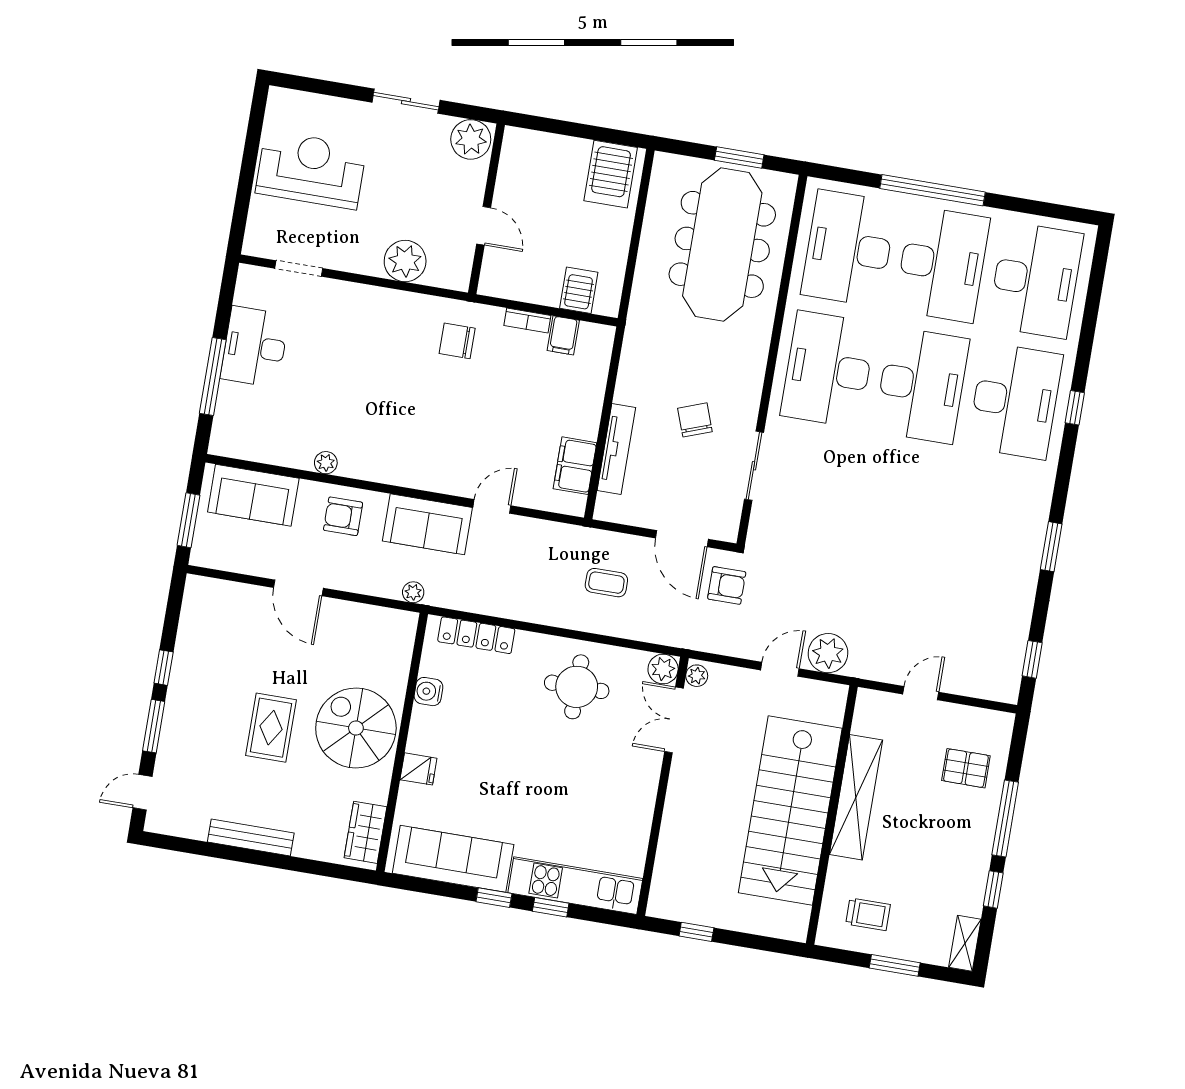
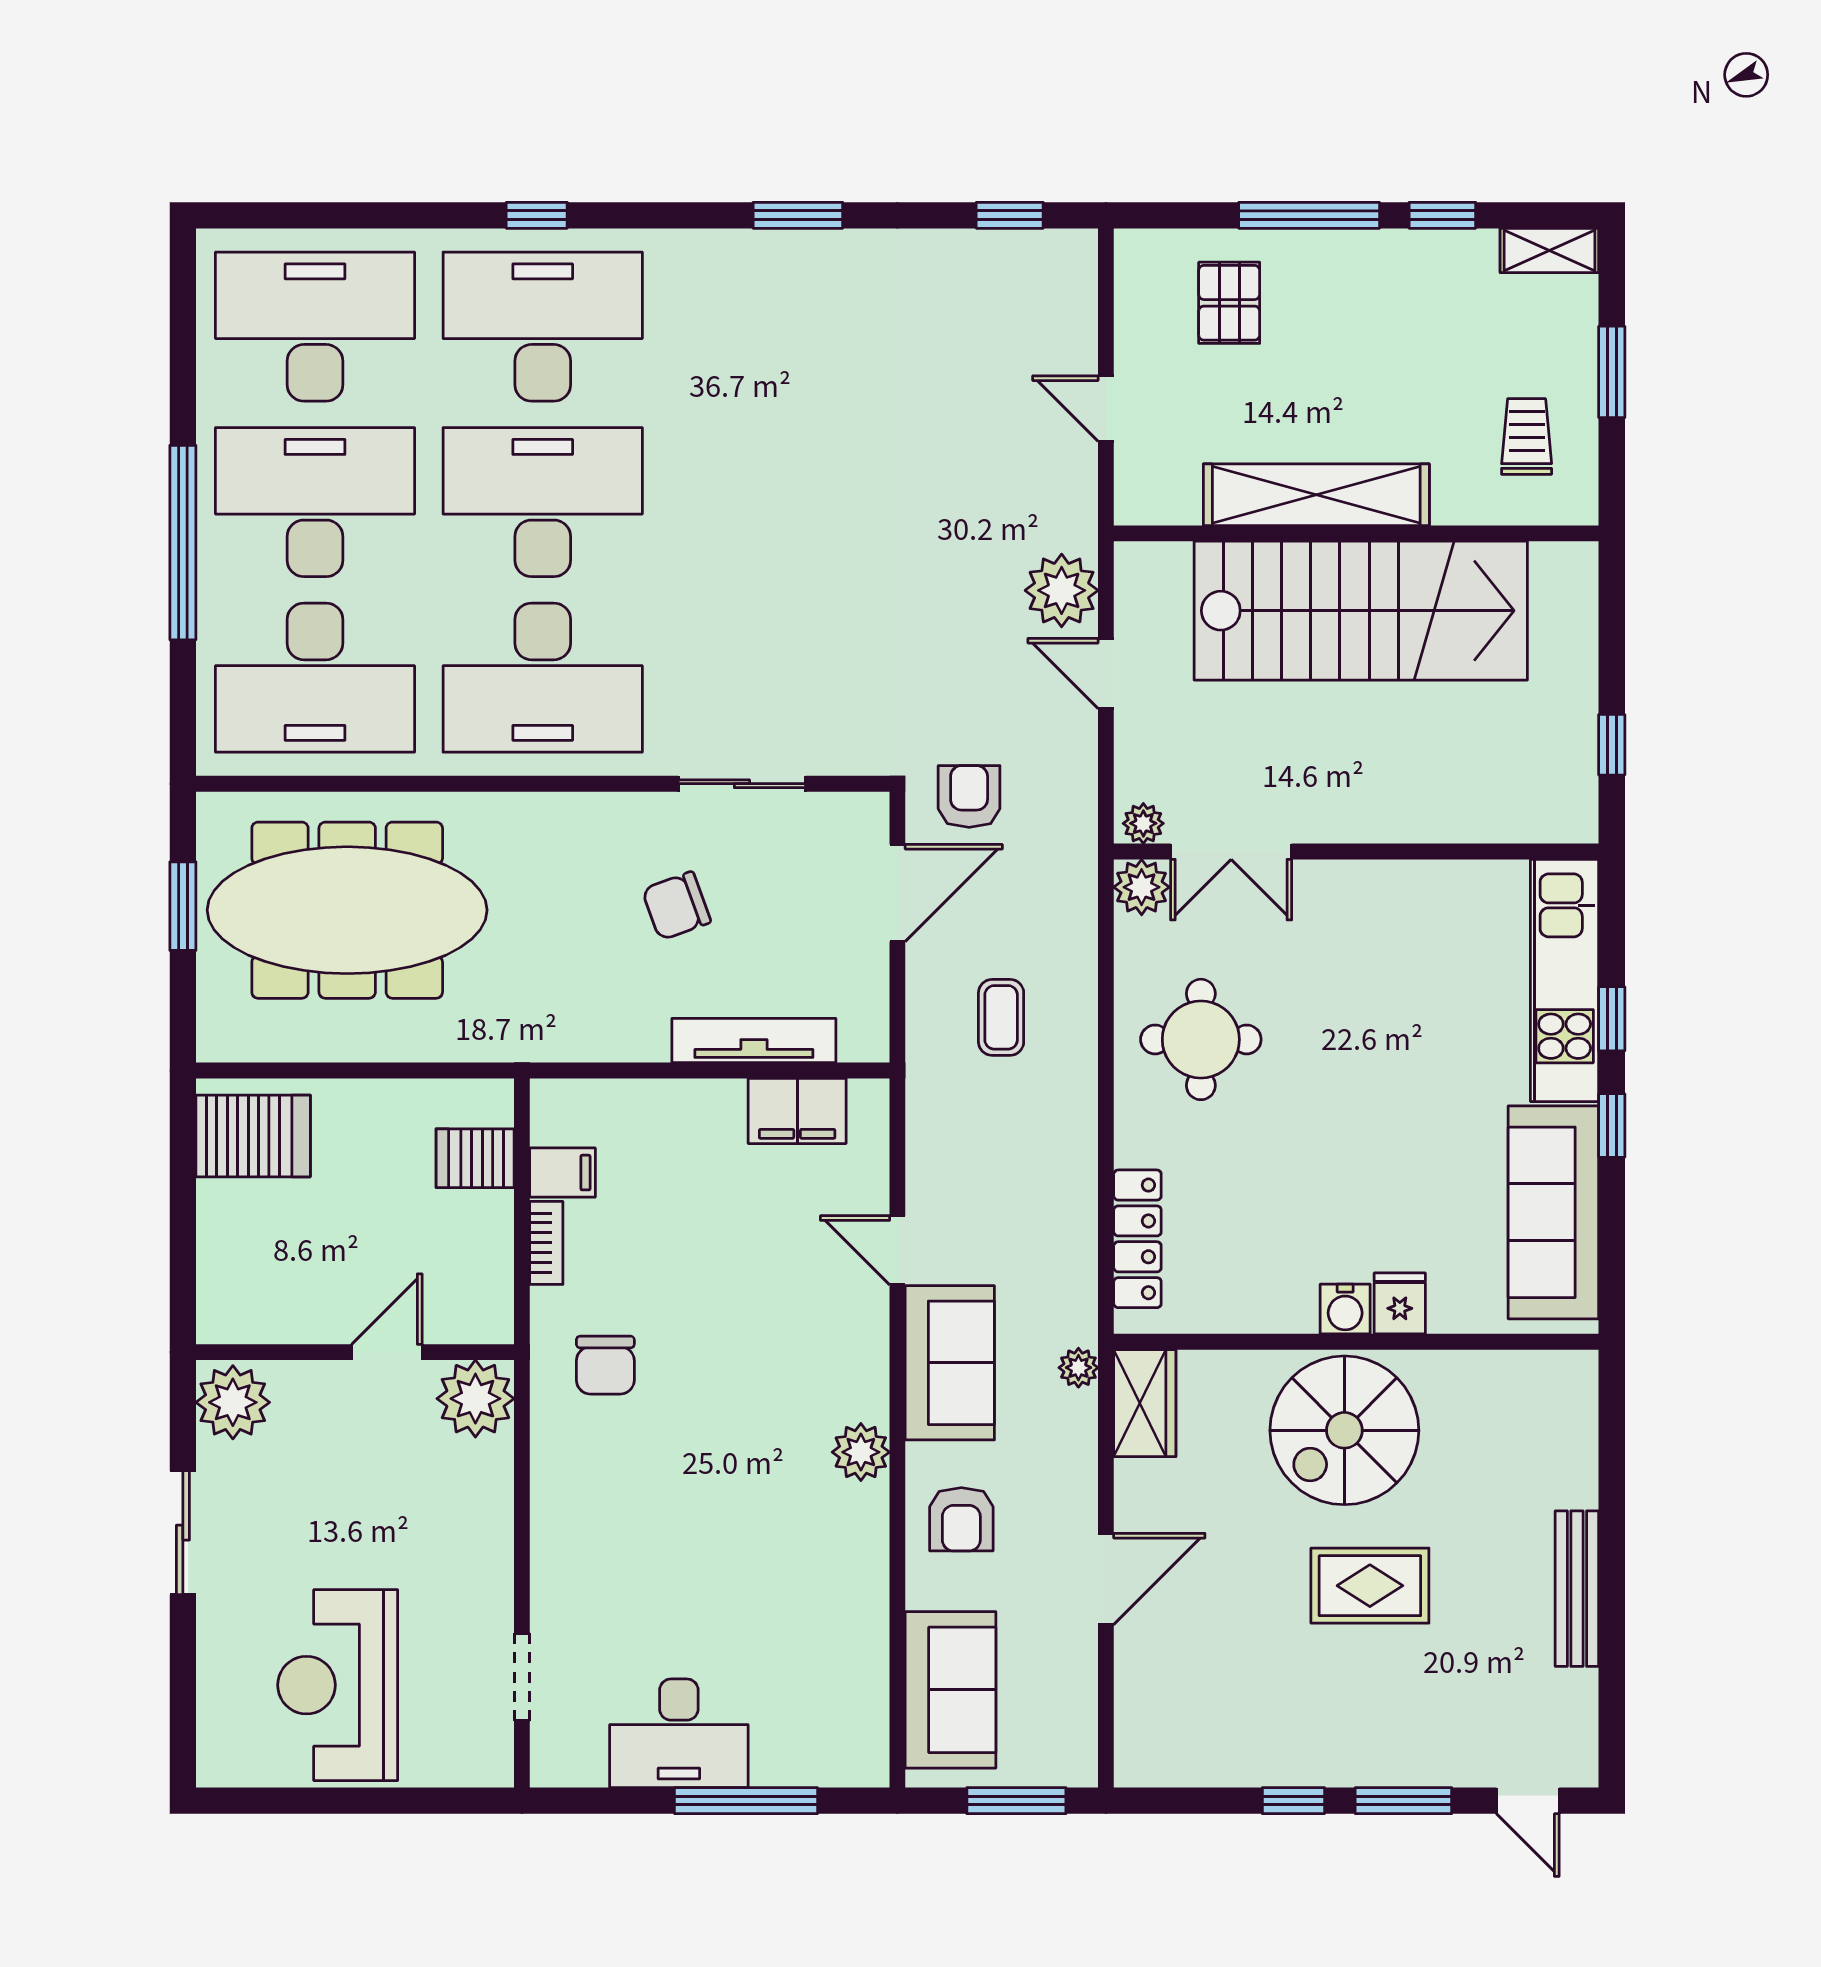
plant: (405, 261) -> (475, 1399), moved
plant: (326, 463) -> (861, 1452), moved, width x1.38, depth x1.38
water cooler: (428, 692) -> (1345, 1309), moved
wardrobe: (365, 832) -> (1145, 1403), moved, turned -90

